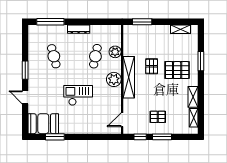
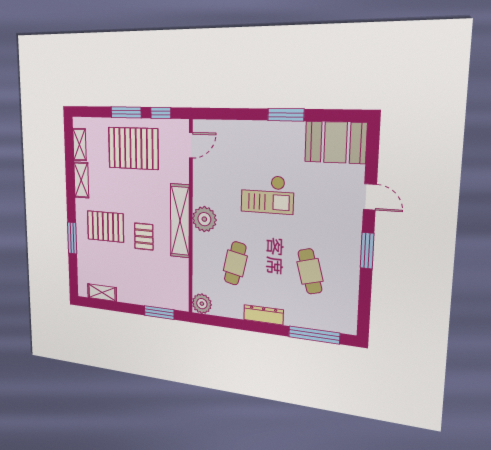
plant: (115, 52) -> (202, 304), moved
pallet: (158, 117) -> (133, 148), width x2.05, depth x2.00
window: (55, 137) -> (286, 115), moved

